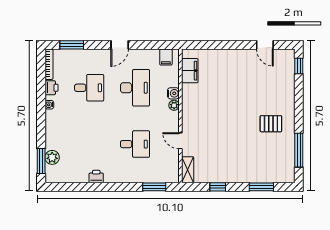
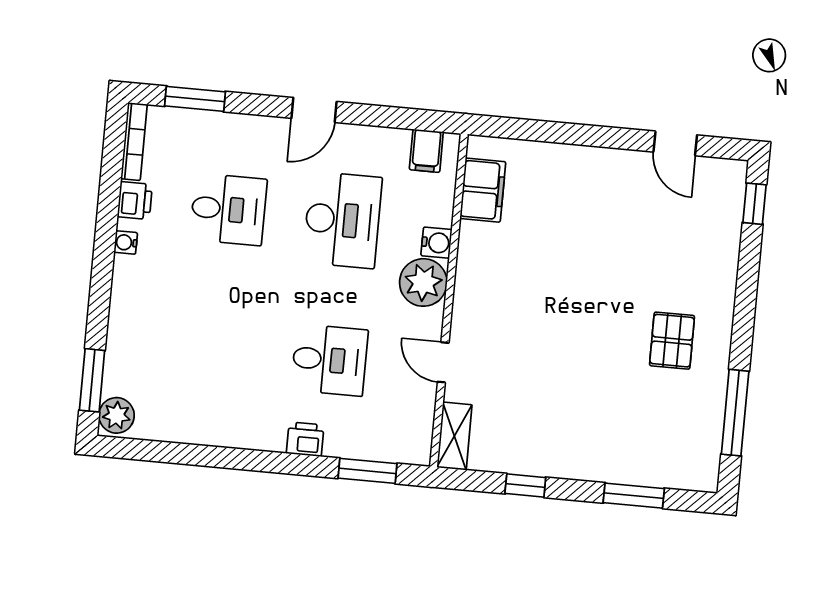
plant: (174, 105) -> (423, 282), width x1.88, depth x1.88
pallet: (271, 124) -> (672, 341), turned 90
plant: (52, 157) -> (117, 415), moved
printer: (96, 177) -> (305, 439), moved

